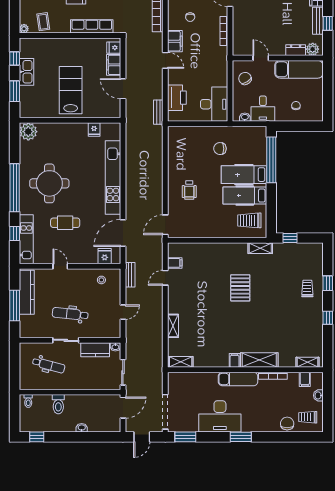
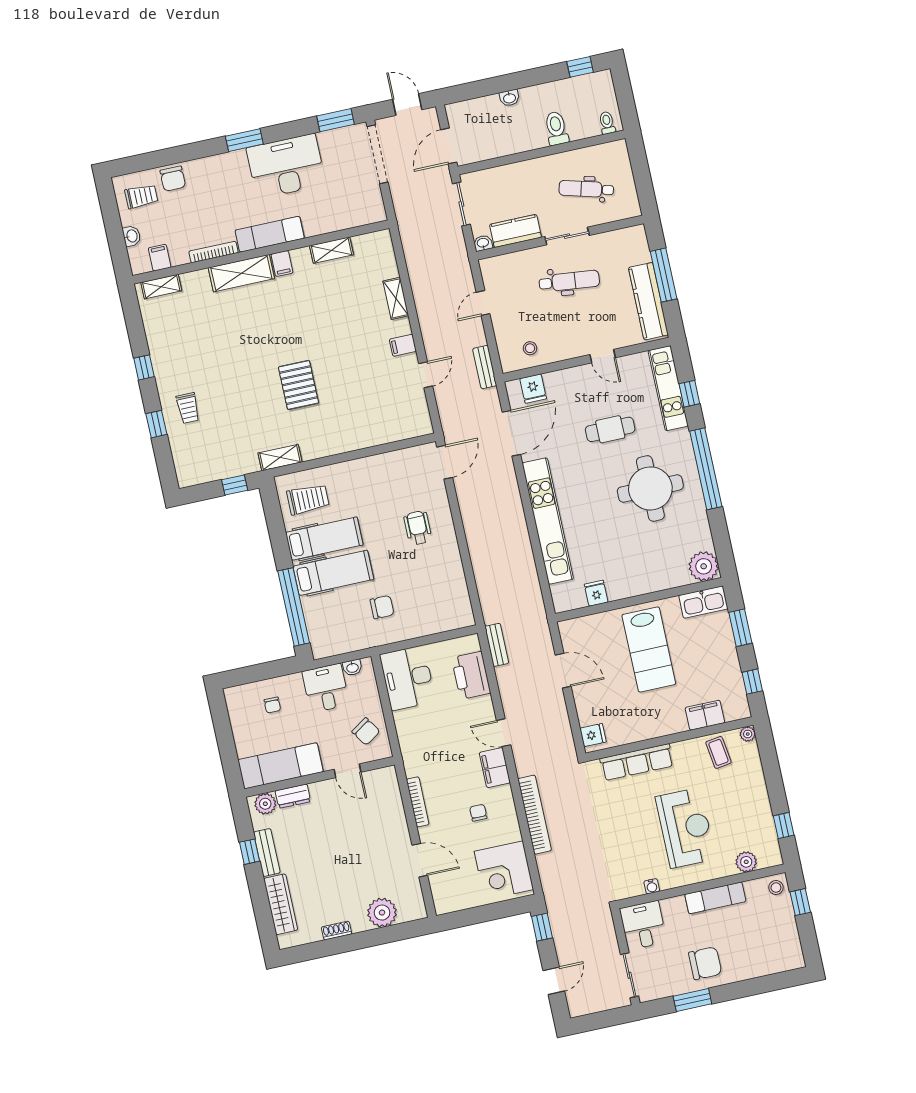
filing cabinet: (114, 65) -> (705, 715), moved, turned -90
kitchen sink: (27, 72) -> (703, 602), moved, turned -90
filing cabinet: (175, 263) -> (403, 345), moved
shelving: (181, 362) -> (331, 250), moved
door: (142, 437) -> (407, 104), hinge flipped

